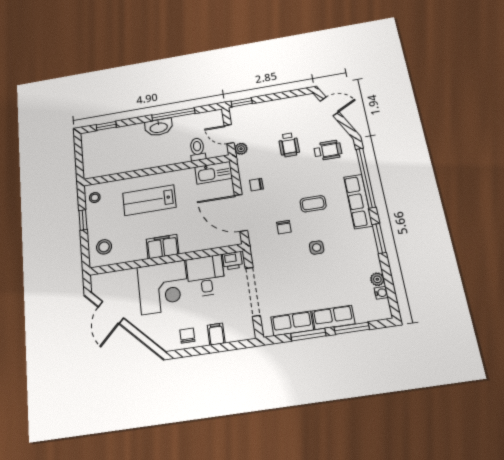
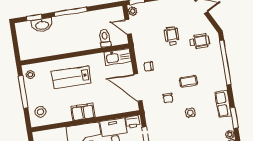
window: (173, 114) -> (71, 12), moved
washbasin: (159, 127) -> (42, 25), moved
wheelchair: (289, 145) -> (172, 36), turned 180
plant: (241, 149) -> (133, 11), moved
row of seats: (358, 201) -> (223, 104), moved, width x0.68
window: (83, 220) -> (23, 92), width x2.17
window: (379, 238) -> (234, 118), moved

